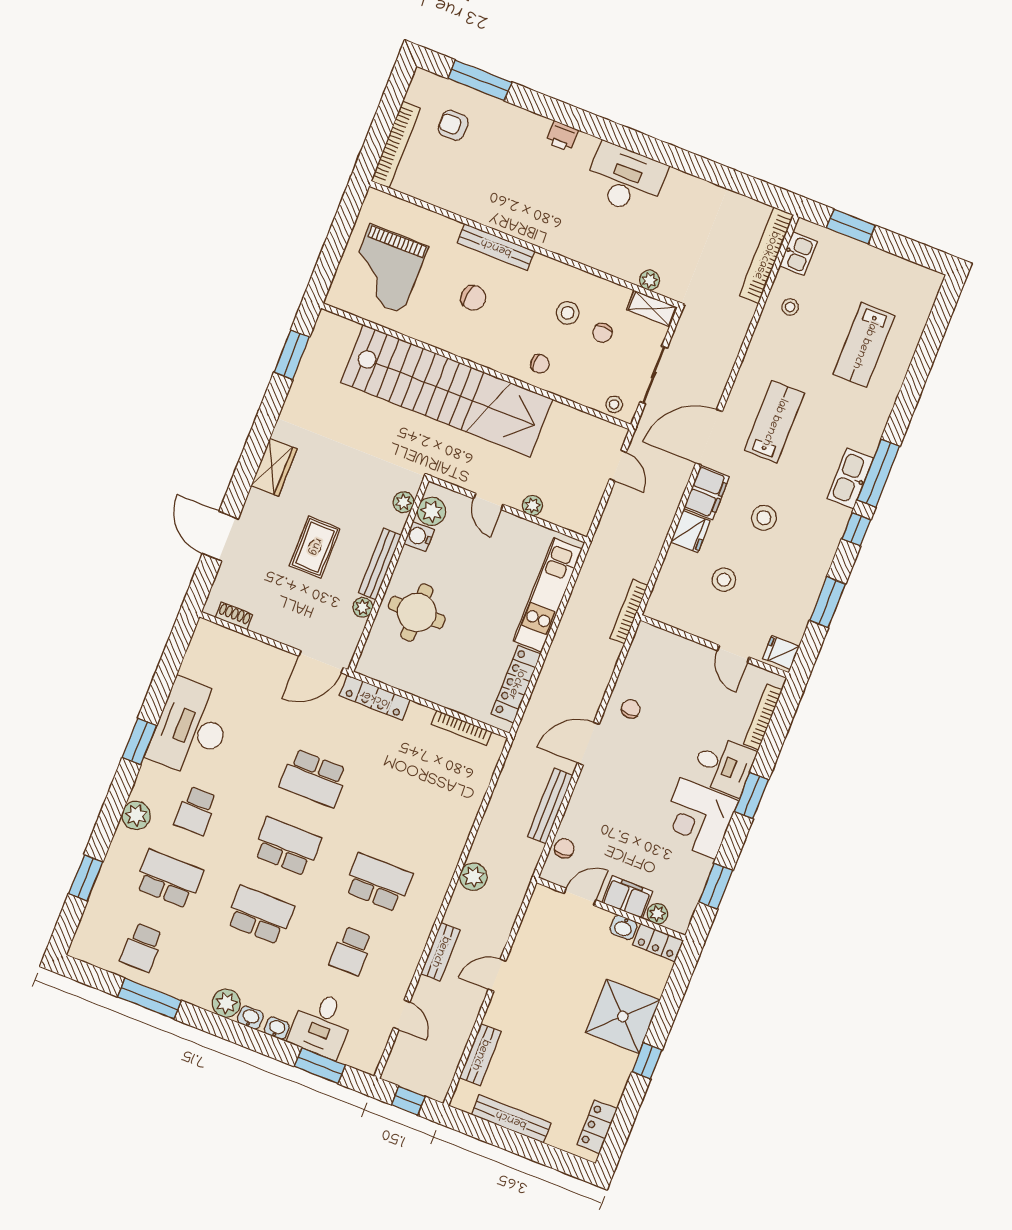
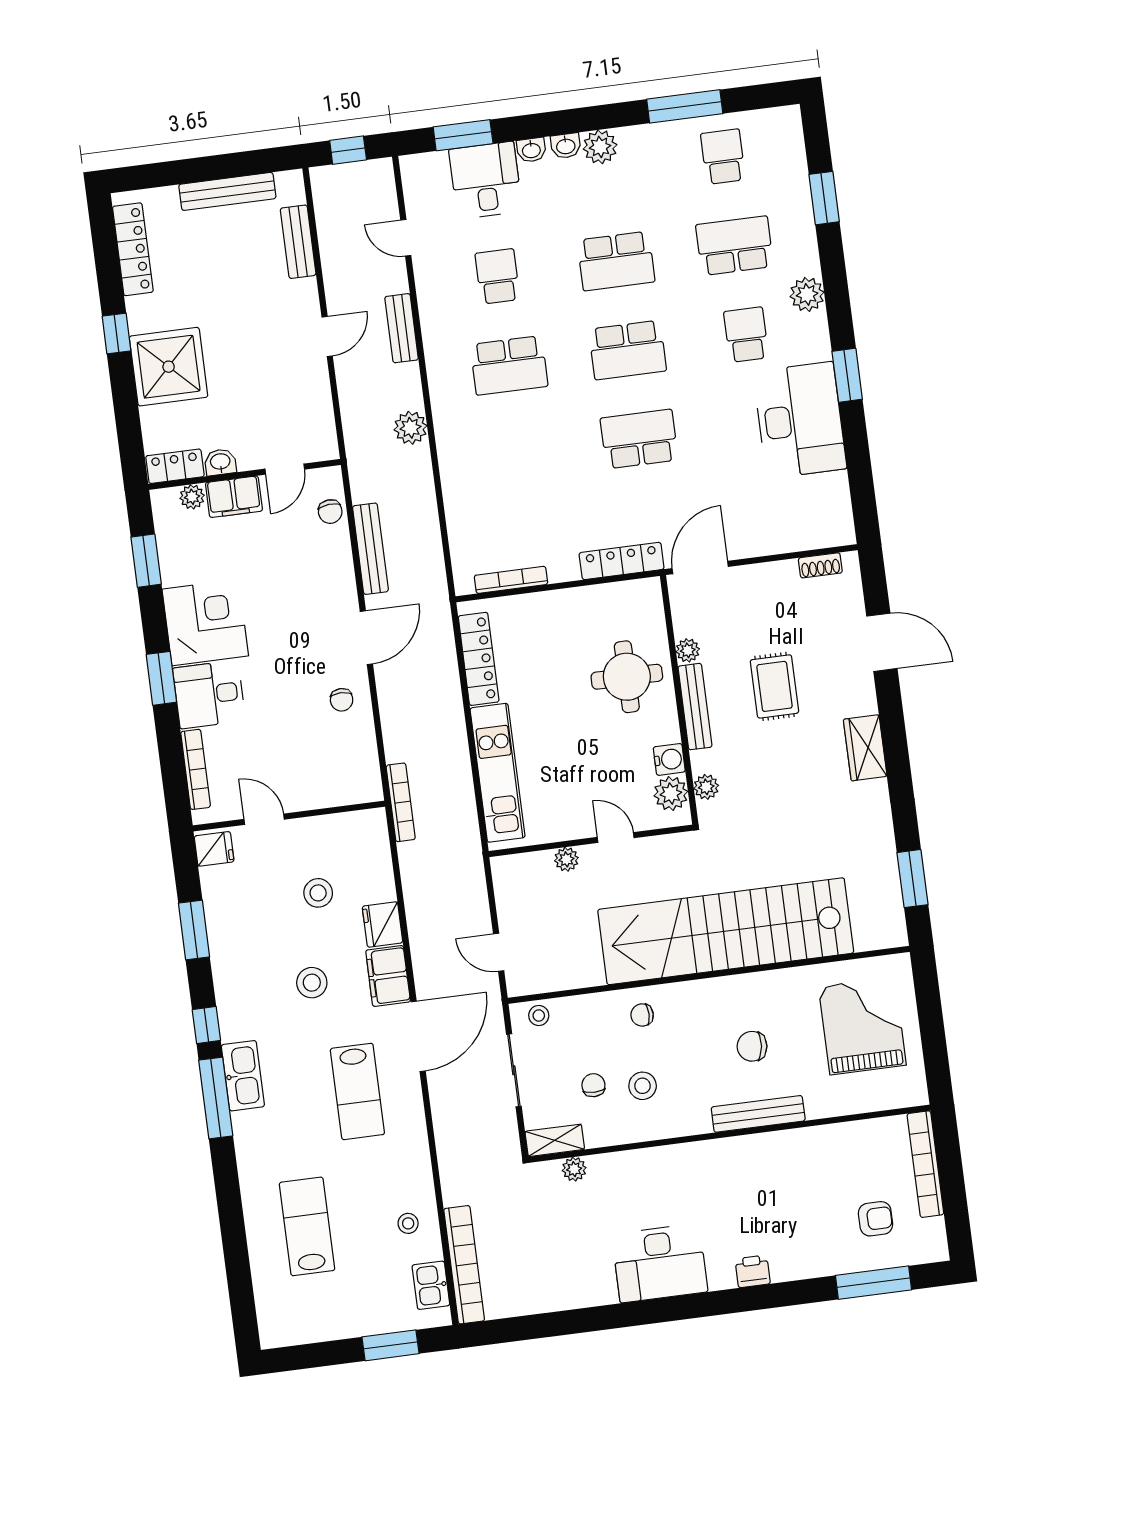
school desk: (169, 879) -> (735, 246), turned 180
locker: (597, 1127) -> (133, 249), width x1.53

